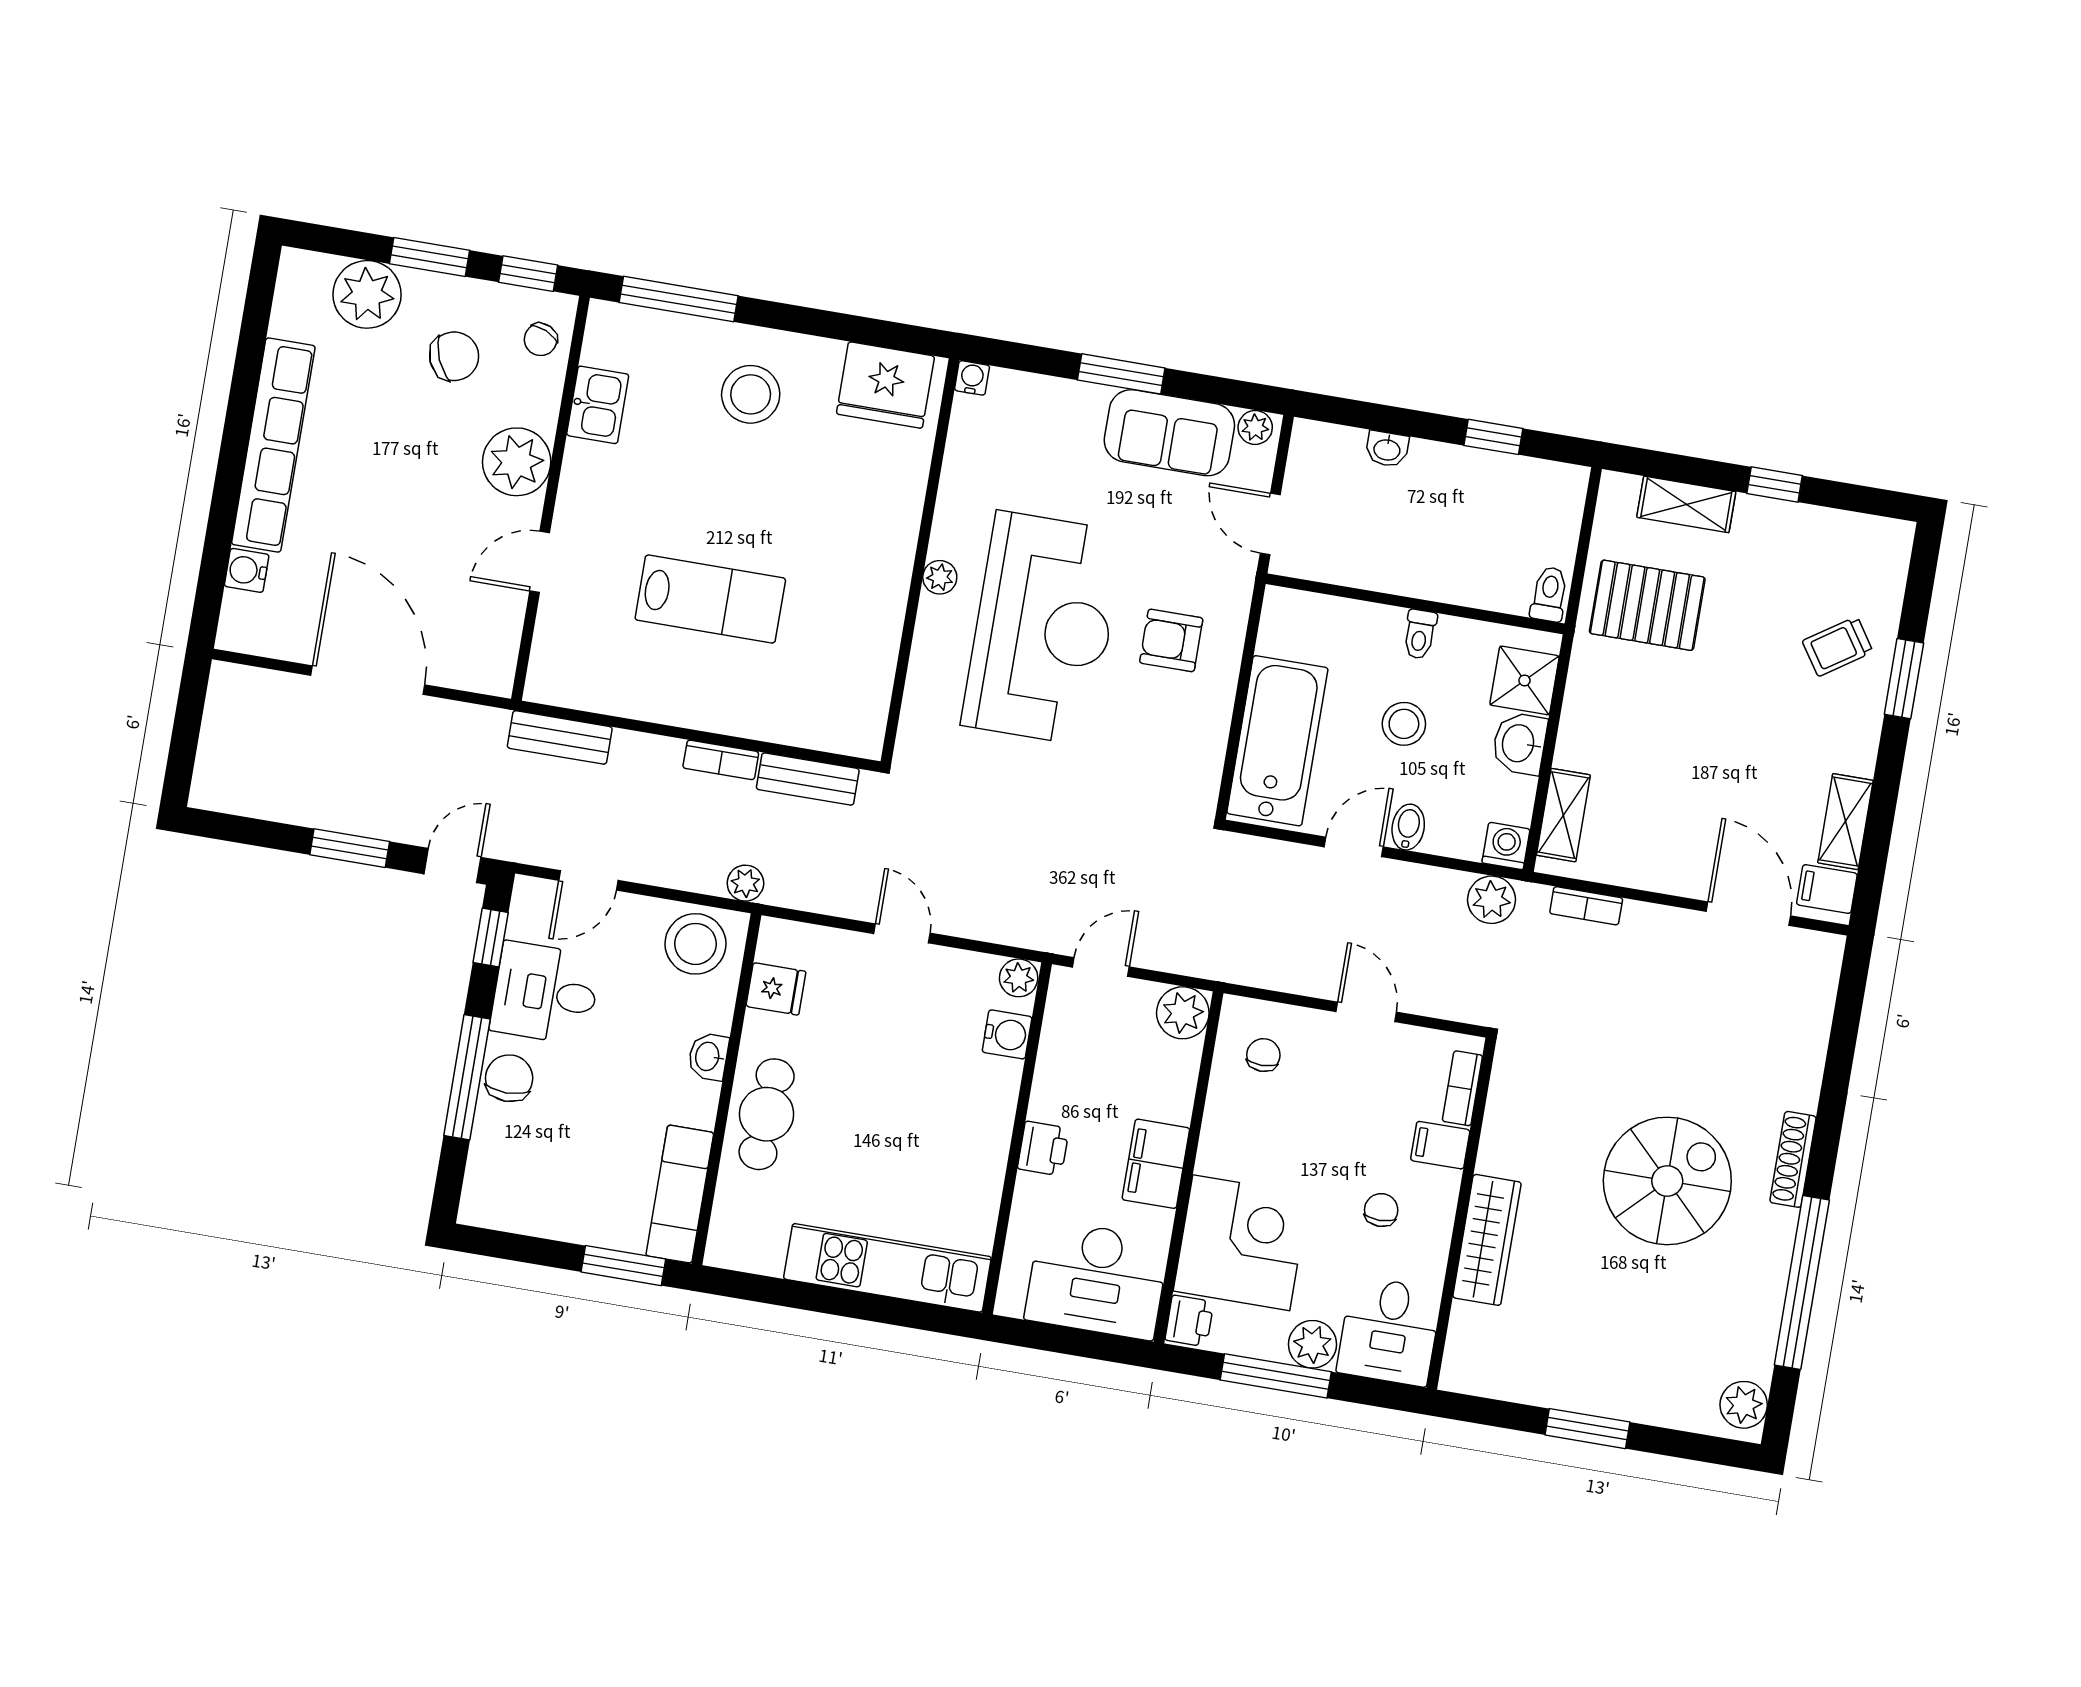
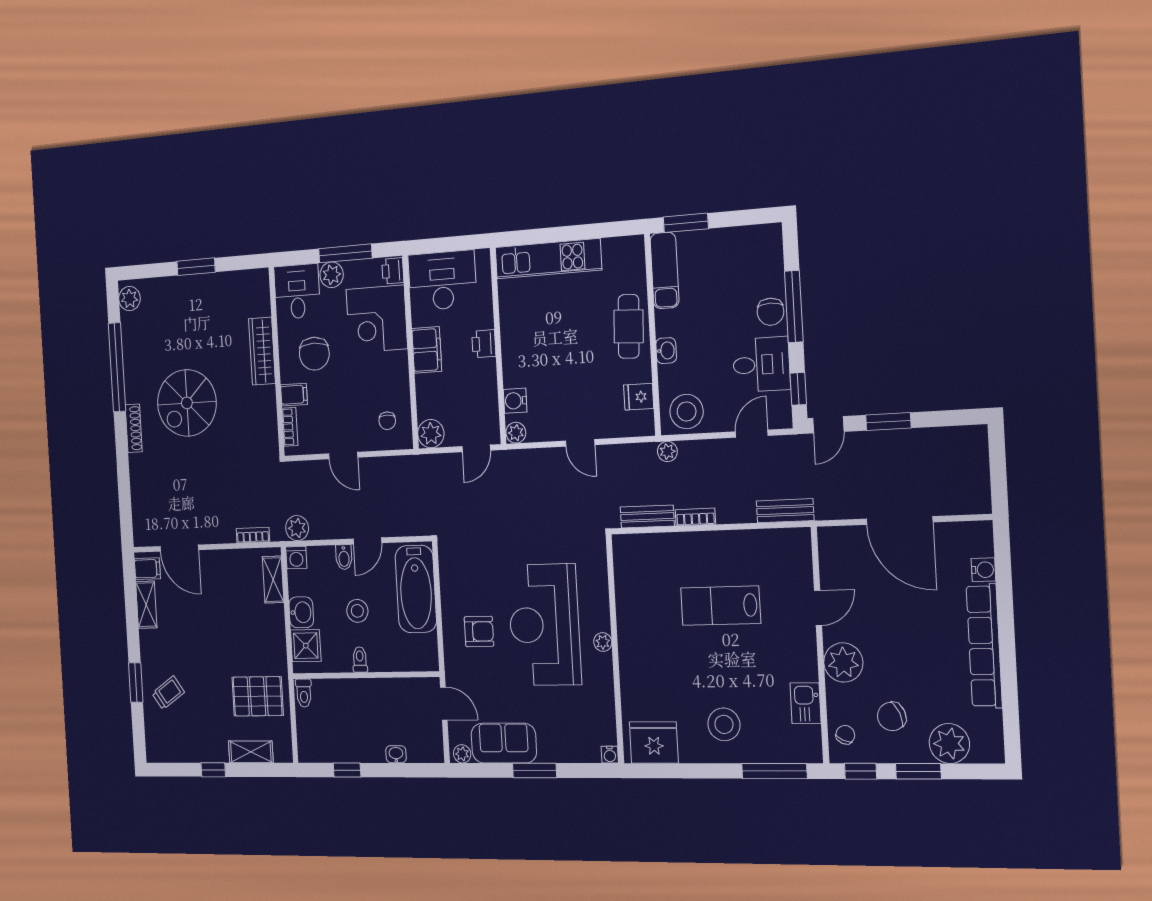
chair: (1381, 1210) -> (314, 354), width x1.87, depth x1.87

